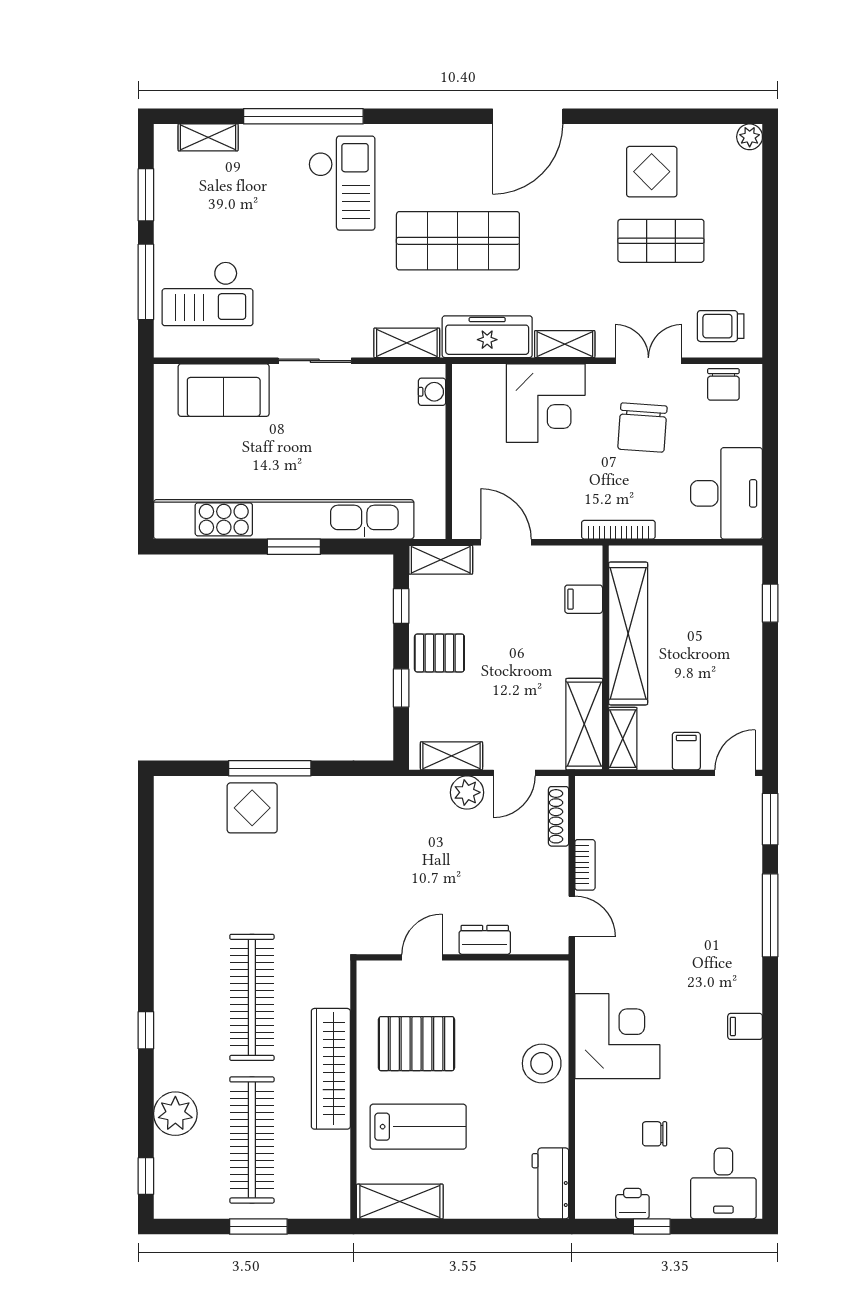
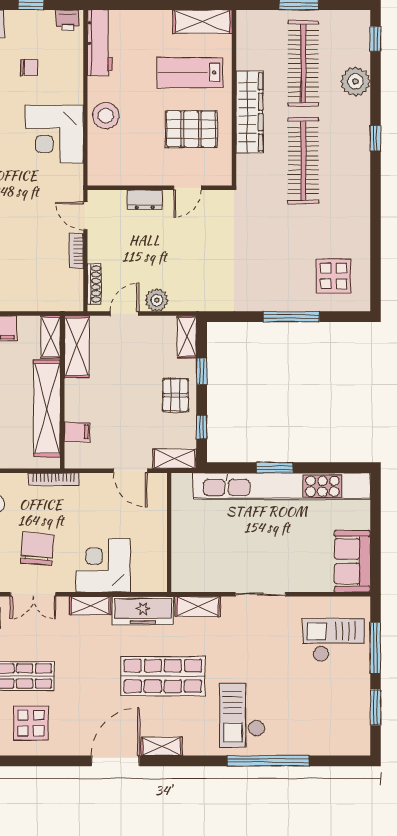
shelving: (208, 137) -> (162, 746), moved
sofa: (224, 390) -> (352, 561), moved, turned -90
water cooler: (432, 392) -> (181, 573), removed
pallet: (439, 653) -> (176, 395), turned 90
shelving: (451, 756) -> (187, 337), moved, turned 90
display table: (252, 808) -> (334, 276), moved
workbench: (550, 1183) -> (100, 43), width x1.37
printer: (632, 1204) -> (68, 20), moved

